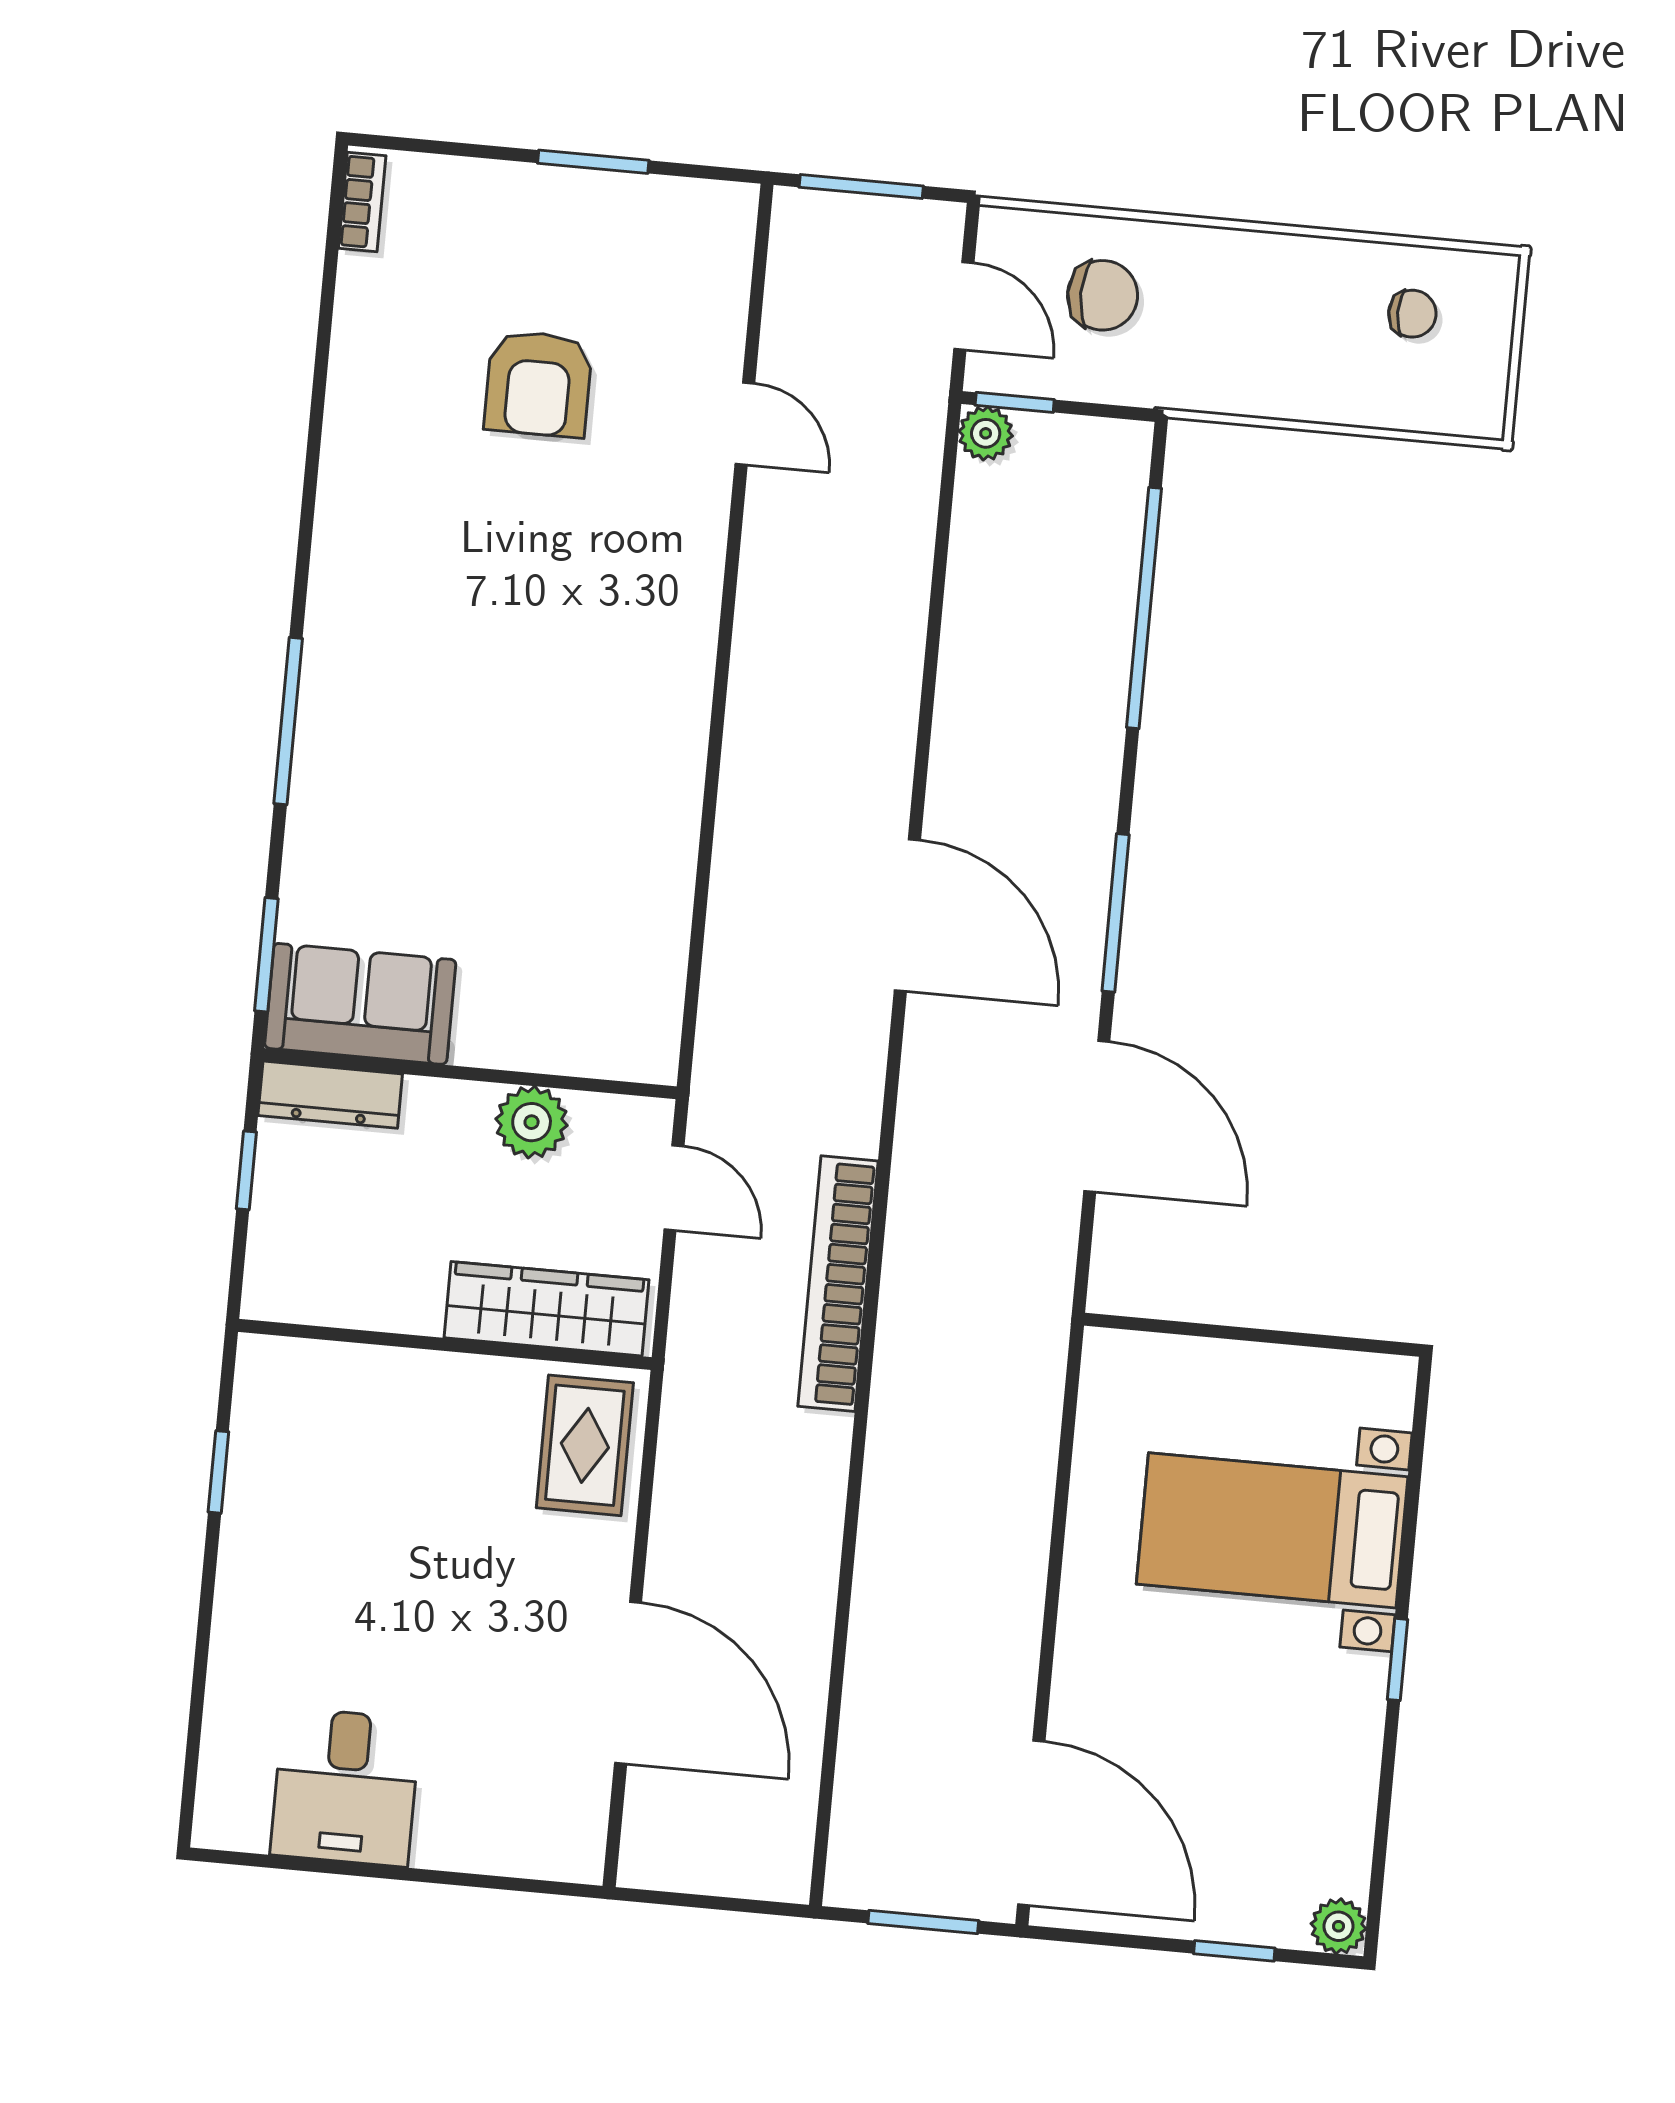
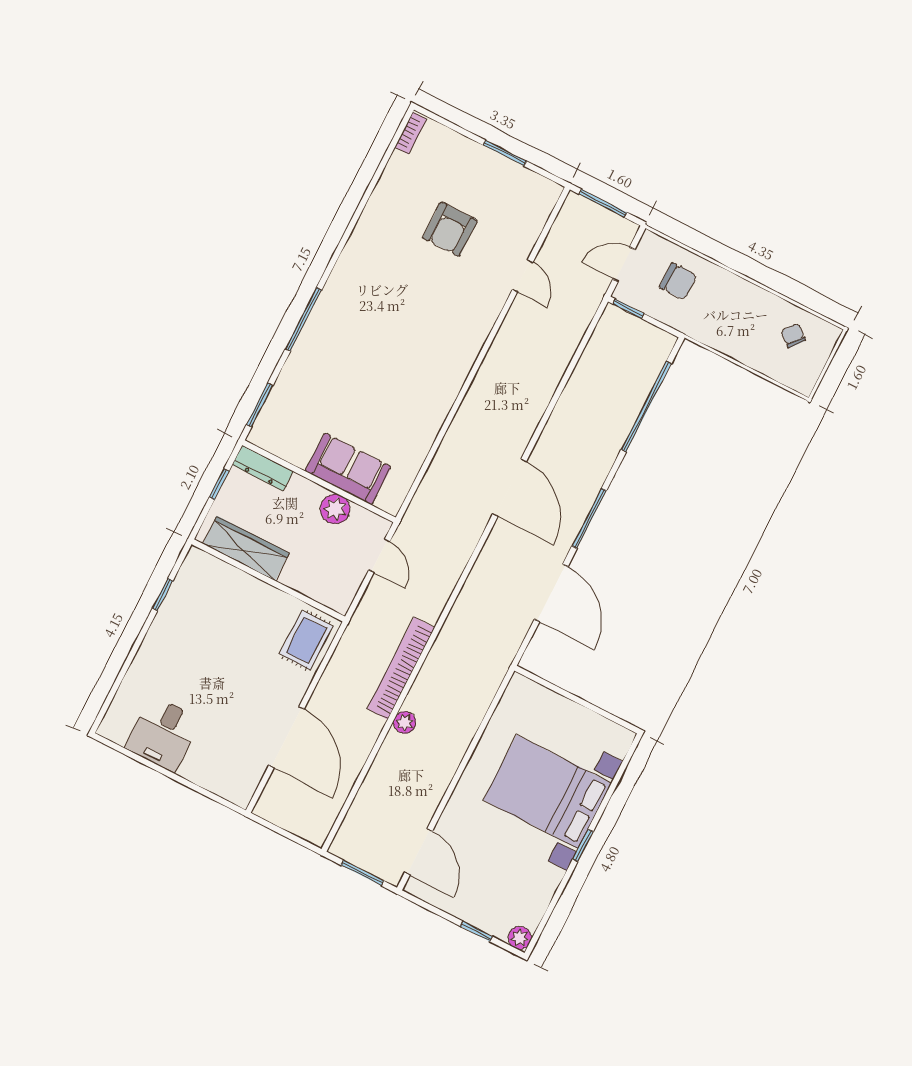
door: (964, 306) -> (624, 264), swing flipped
chair: (1412, 314) -> (793, 336), turned -141
plant: (986, 433) -> (405, 722), moved
sofa: (360, 1004) -> (348, 469), moved
bookcase: (838, 1284) -> (401, 668), moved
wardrobe: (547, 1309) -> (246, 548), moved
bed with nightstands: (1272, 1530) -> (547, 792), width x1.36
door: (1031, 1823) -> (419, 852), width x0.73

